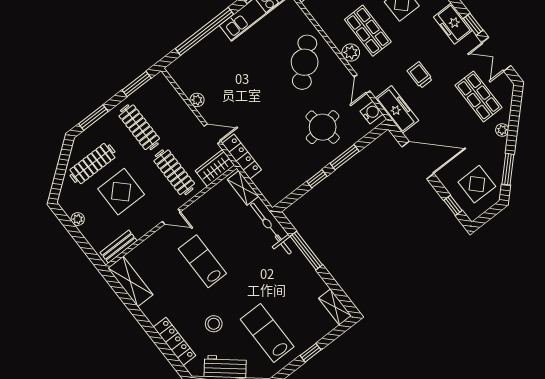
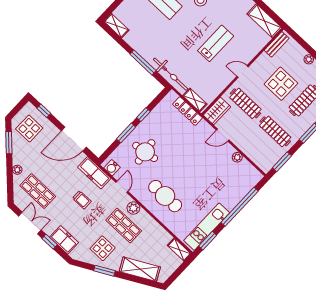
cafe table: (305, 62) -> (165, 196), turned -46
locker: (242, 157) -> (188, 111), moved
lab bench: (202, 261) -> (216, 43), turned -90

